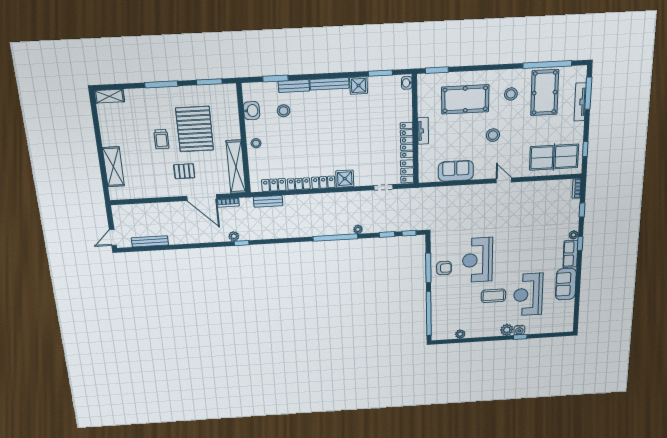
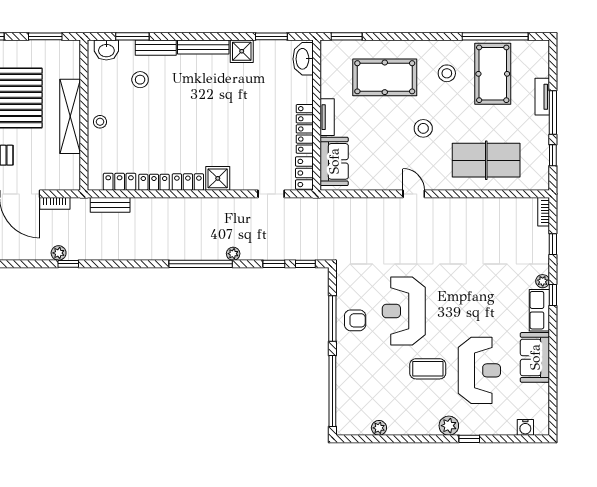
washbasin: (407, 83) -> (303, 59), width x1.91, depth x1.45
window: (588, 93) -> (553, 113), moved
tv unit: (580, 102) -> (542, 97), width x0.71
washbasin: (252, 111) -> (106, 50), moved, turned 90
table tennis table: (554, 157) -> (486, 160), moved
shelving: (236, 167) -> (70, 116), moved
sofa: (456, 171) -> (334, 161), moved, turned 90
door: (504, 180) -> (414, 194), moved
reception desk: (528, 295) -> (479, 370), turned 180
water cooler: (519, 330) -> (525, 427), moved

